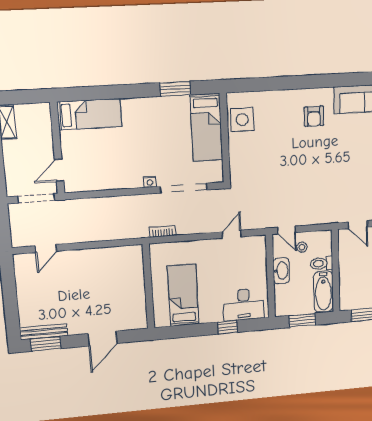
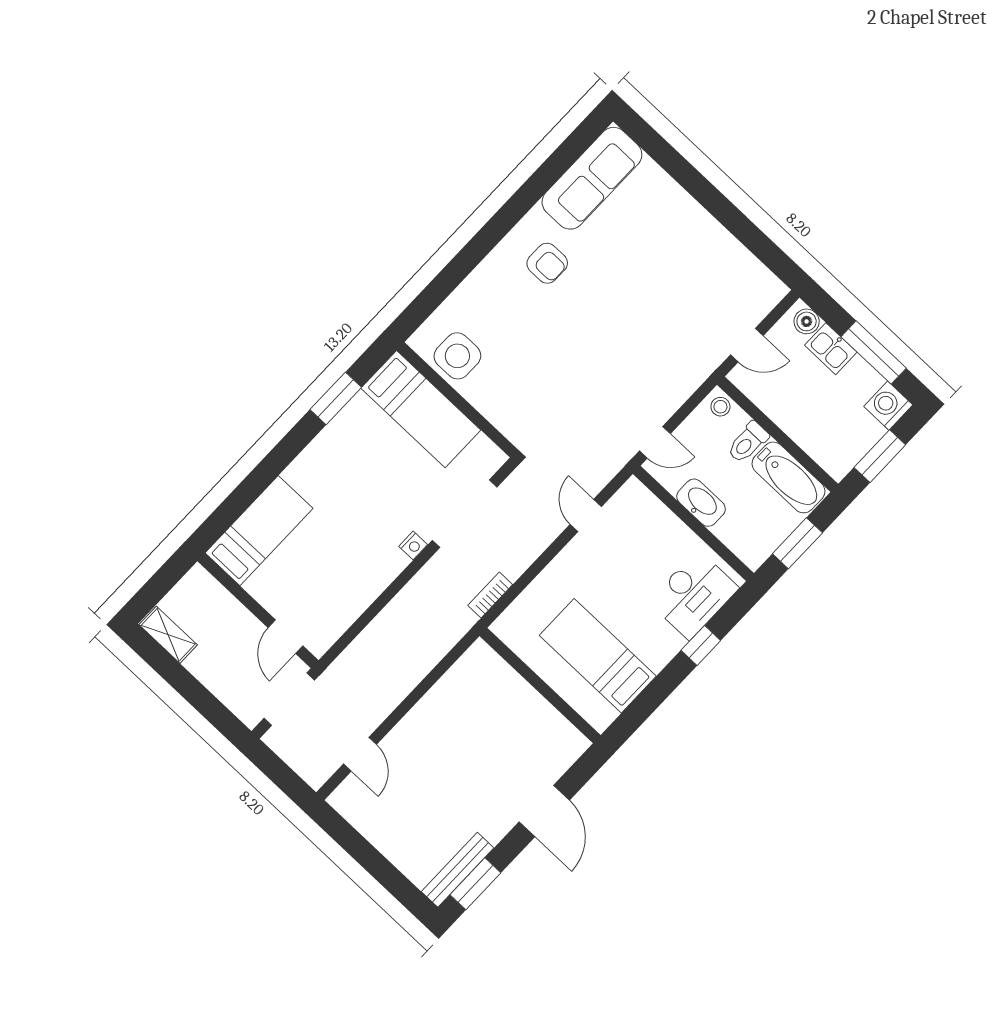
stool: (302, 247) -> (720, 407), moved

